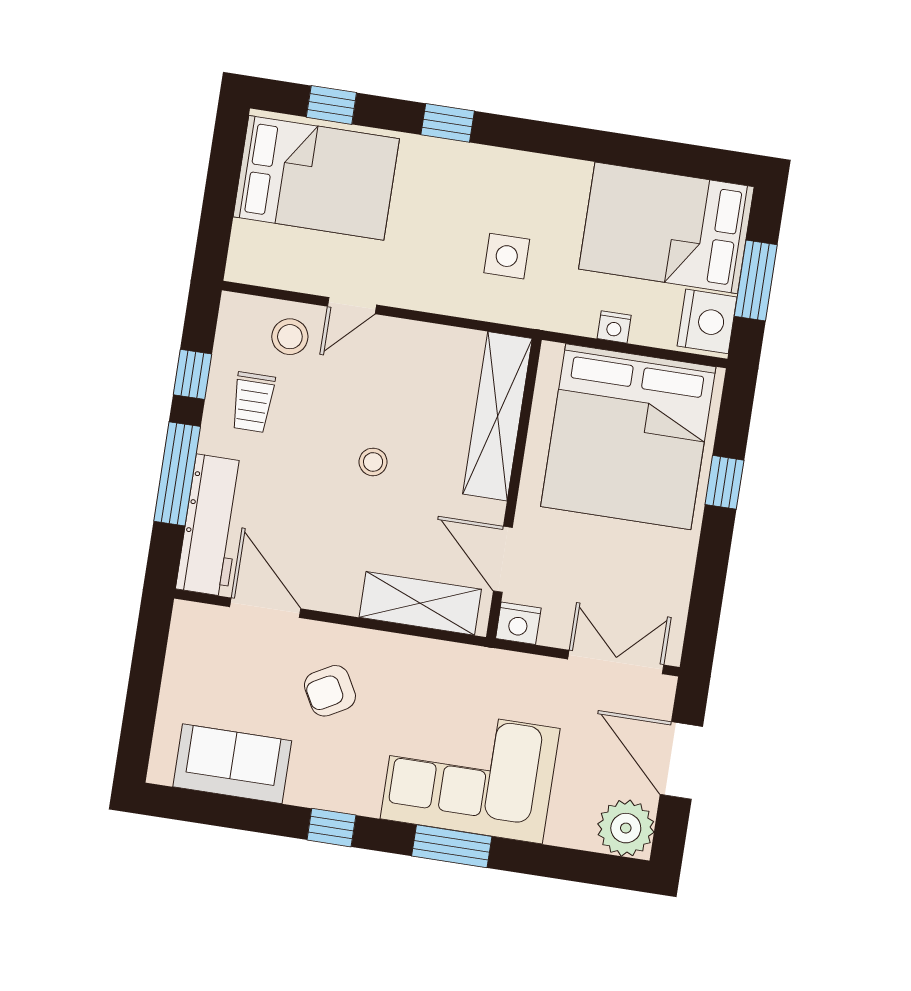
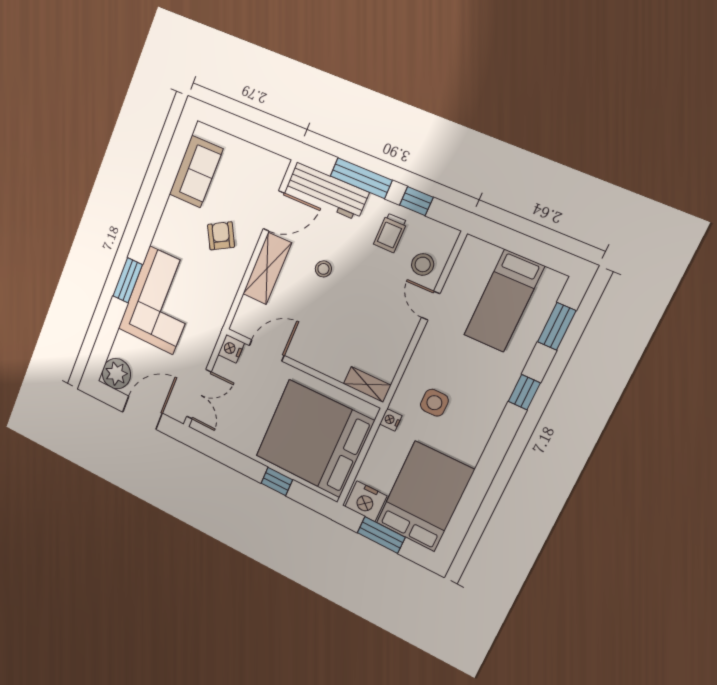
window: (331, 105) -> (557, 326), width x1.50
bed: (316, 178) -> (504, 301), width x0.67
nightstand: (614, 327) -> (391, 420), moved
trolley: (253, 402) -> (390, 233), turned -90
shelving: (497, 416) -> (367, 385), width x0.45, depth x0.75
stool: (373, 462) -> (323, 269), moved
shelving: (420, 603) -> (267, 268), moved
window: (331, 828) -> (151, 218), removed

